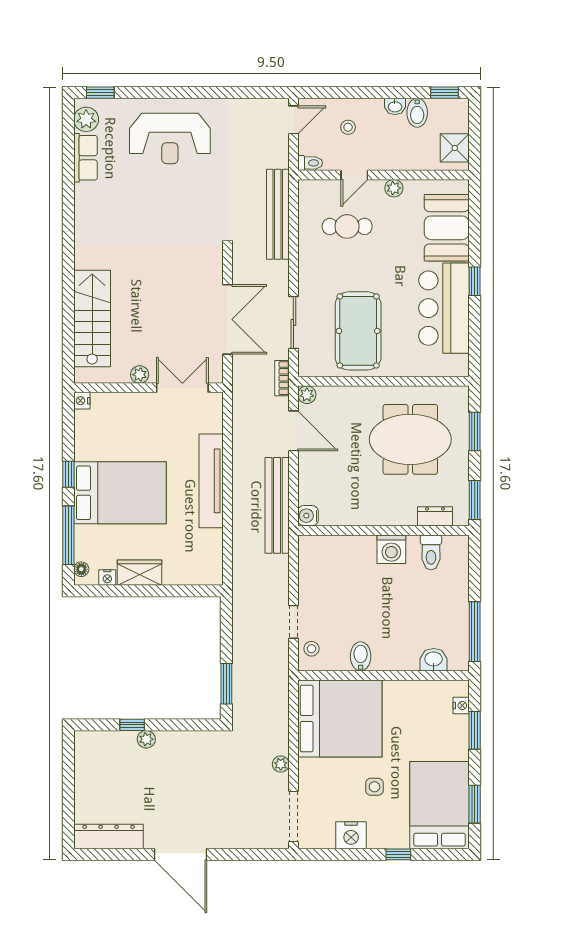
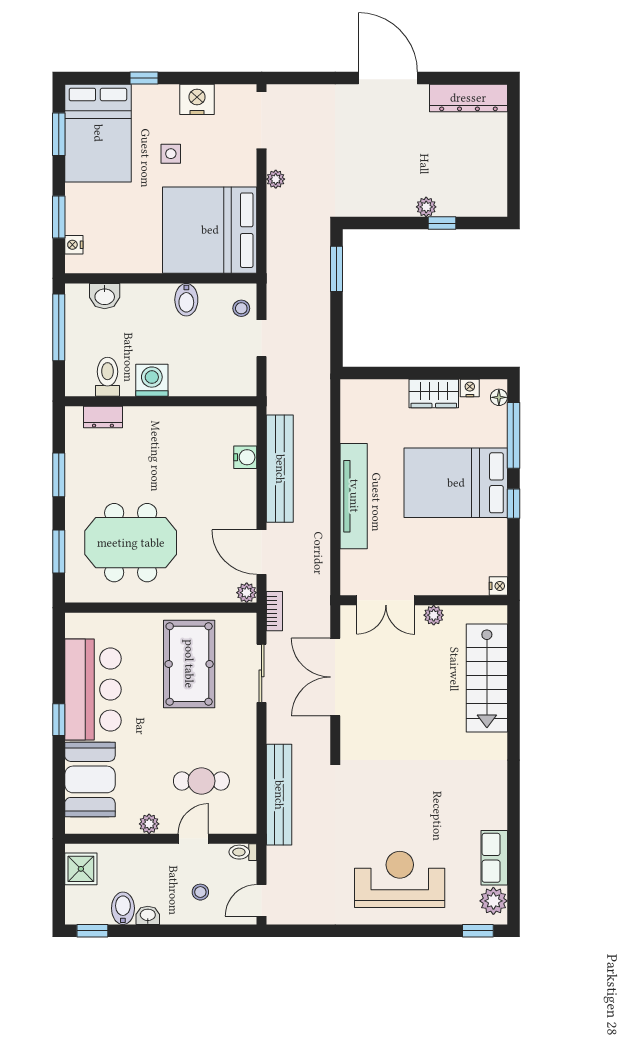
dresser: (435, 516) -> (103, 417), moved
wall: (383, 531) -> (161, 401), moved
washing machine: (391, 549) -> (152, 380), moved
toilet: (431, 552) -> (107, 377), moved

